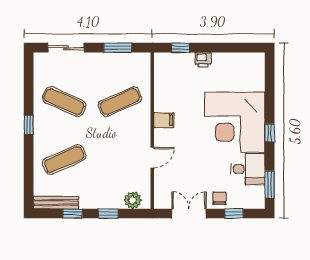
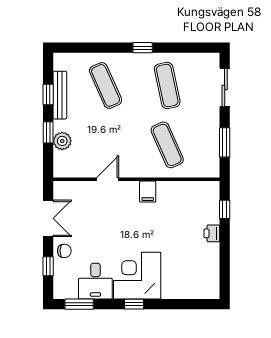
exercise mat: (64, 102) -> (167, 85), turned -36
corner desk: (235, 122) -> (137, 276), width x0.74, depth x0.74
door: (152, 158) -> (108, 179), swing flipped
plant: (133, 200) -> (62, 141), moved
bench: (56, 203) -> (60, 95), moved

